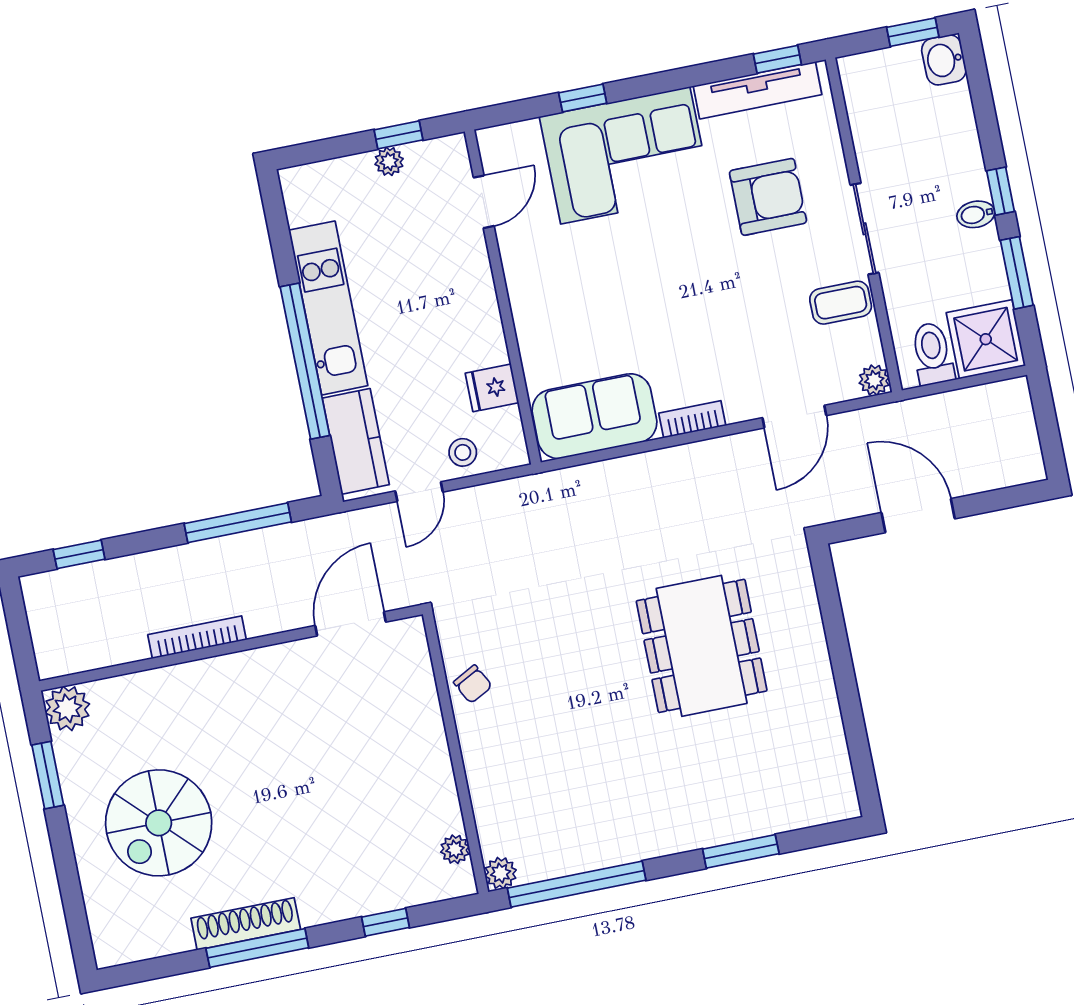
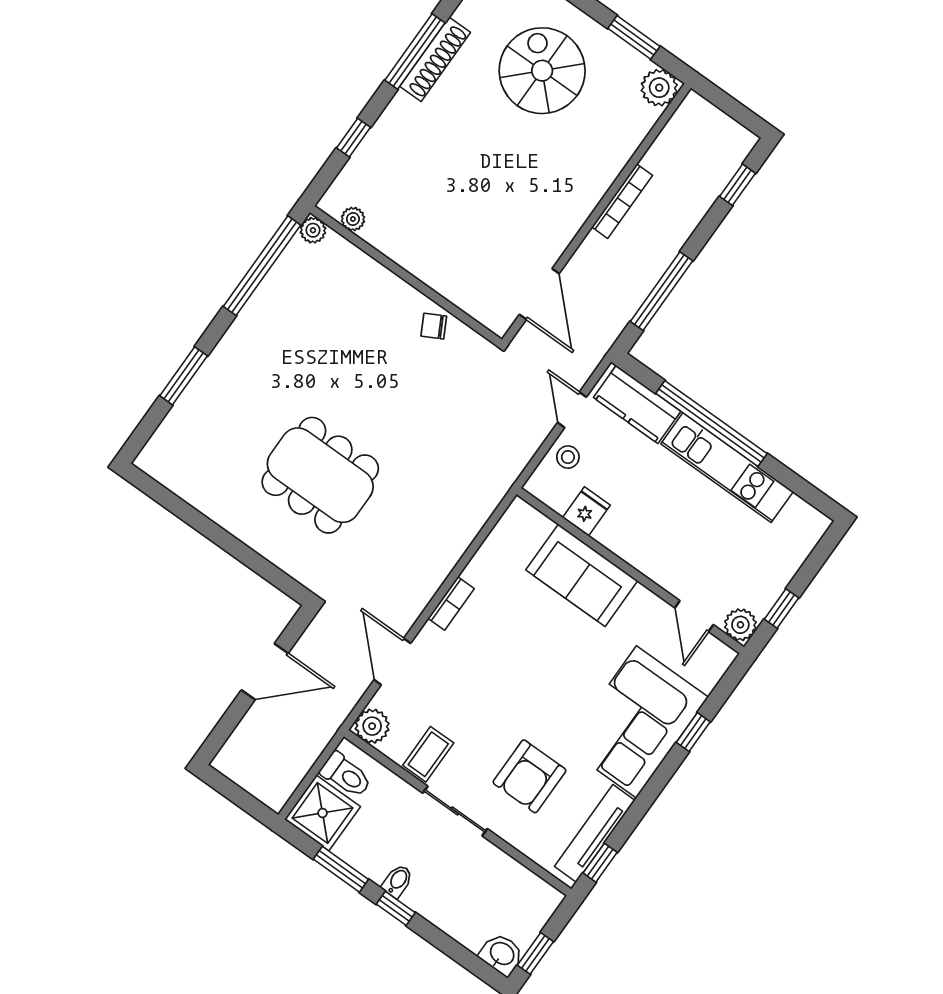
plant: (389, 161) -> (740, 625), moved, width x1.38, depth x1.38
plant: (874, 380) -> (372, 726), width x1.38, depth x1.38
sofa: (594, 416) -> (582, 575), moved, turned 90

